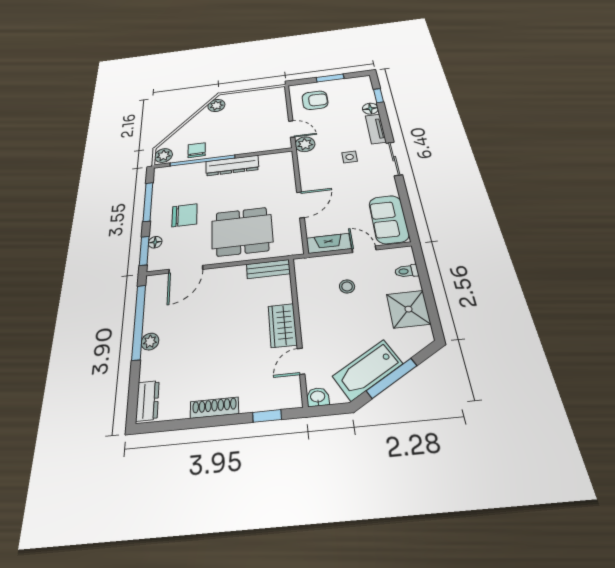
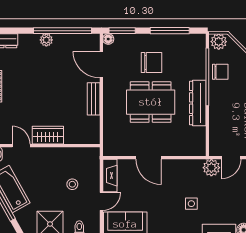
chair: (185, 215) -> (152, 62), turned -90
dining table: (242, 231) -> (151, 102), moved, turned 90
floor lamp: (155, 242) -> (108, 39), moved
bench: (268, 269) -> (94, 99), moved

